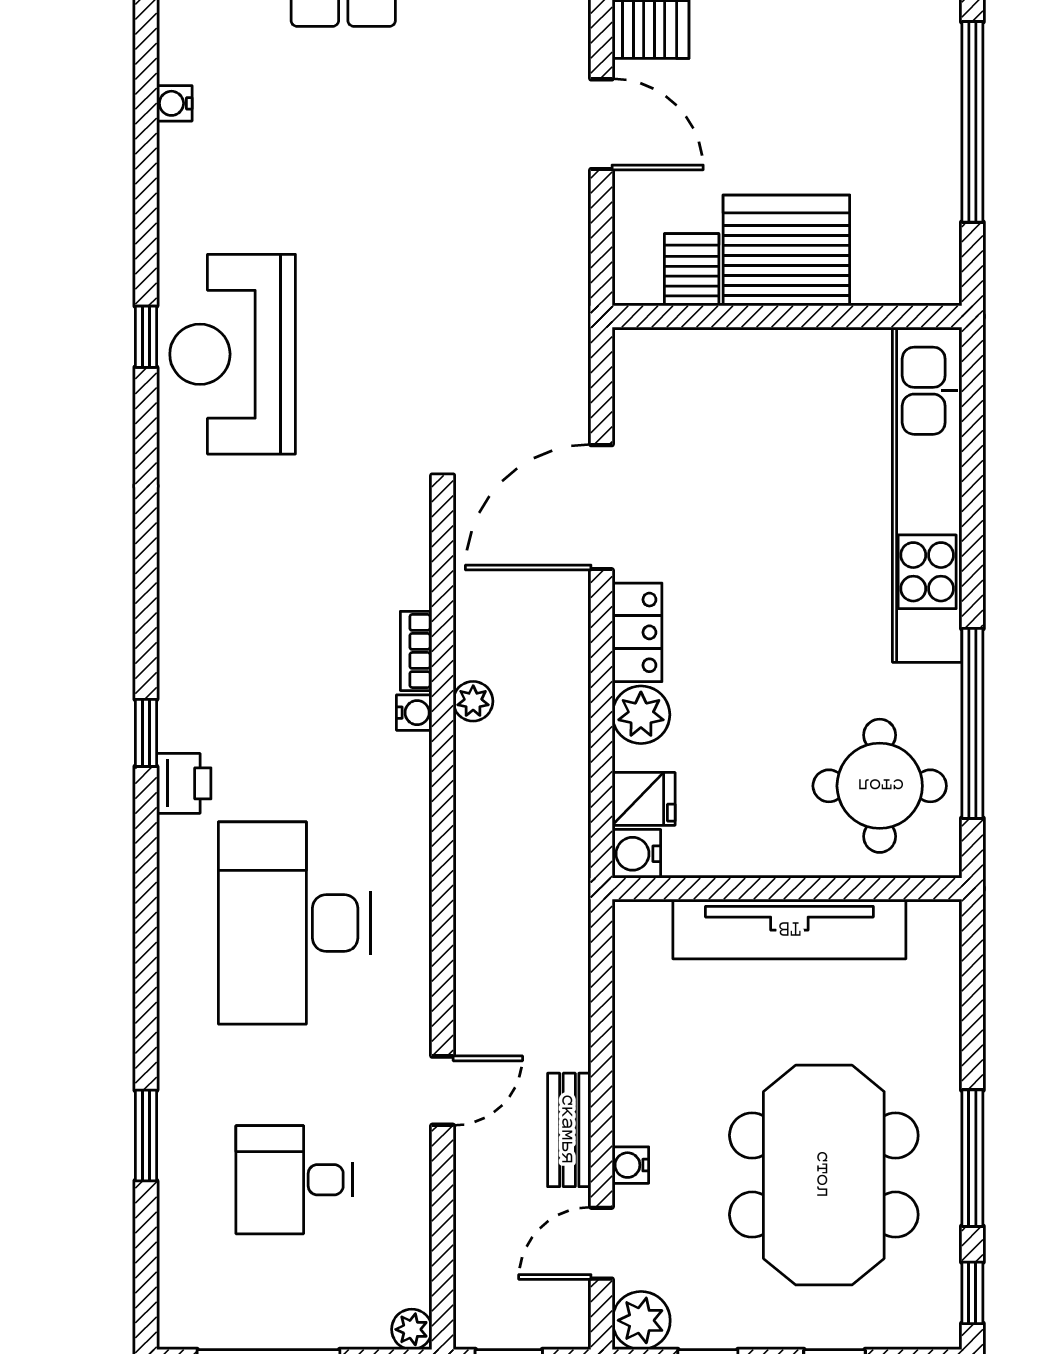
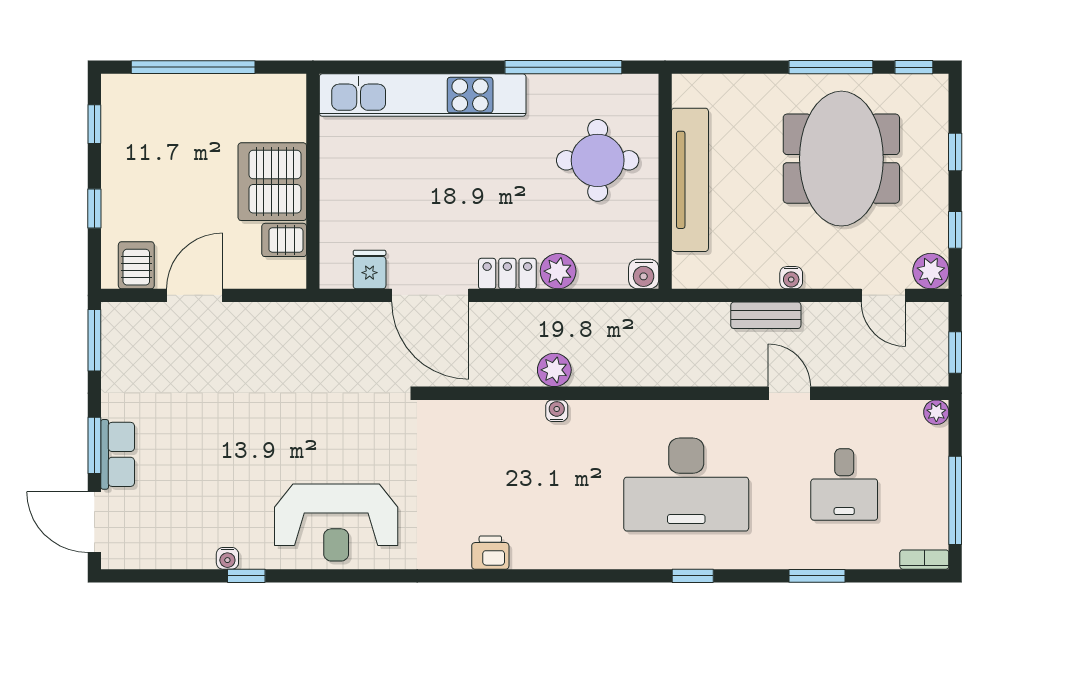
water cooler: (174, 103) -> (227, 558), moved
window: (146, 337) -> (246, 576), moved
bookcase: (416, 651) -> (924, 560), moved, turned 180
plant: (473, 701) -> (554, 370), width x1.38, depth x1.38
window: (146, 733) -> (693, 576), moved
printer: (184, 783) -> (490, 553), moved
round table: (880, 786) -> (598, 160), moved
fridge: (644, 799) -> (370, 270), moved
bench: (569, 1130) -> (766, 315), moved
water cooler: (630, 1165) -> (791, 278), moved
meeting table: (824, 1175) -> (841, 159), turned 90

